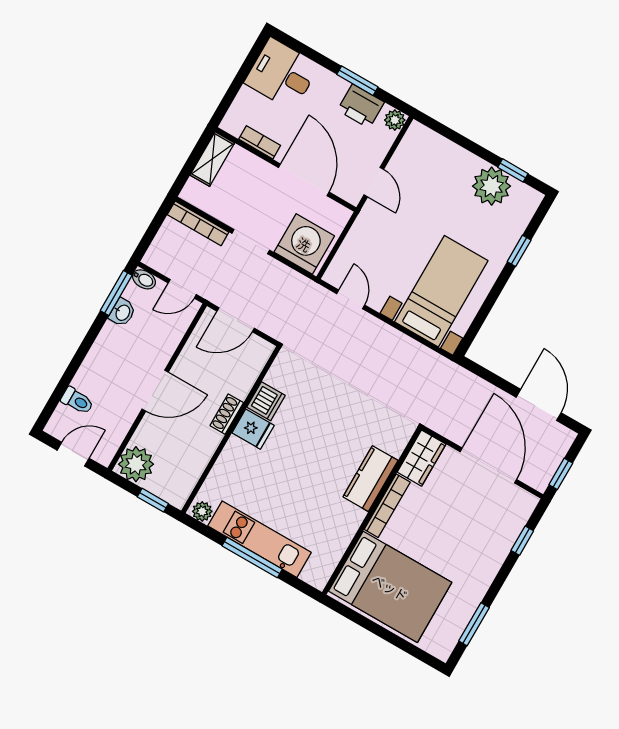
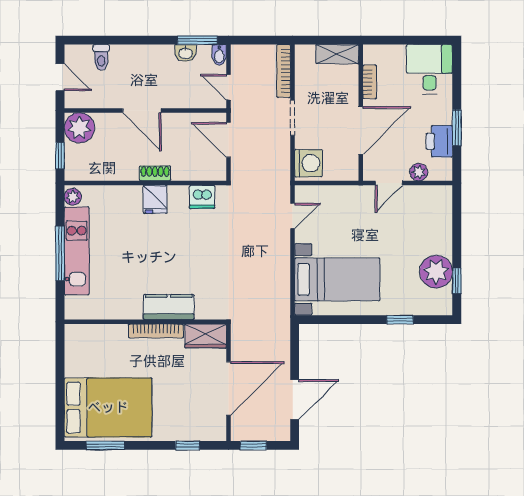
plant: (395, 120) -> (419, 172), moved
washing machine: (304, 244) -> (308, 163), width x0.73, depth x0.73
dishwasher: (266, 401) -> (202, 197), moved
bed: (390, 587) -> (108, 407), moved, turned -90

